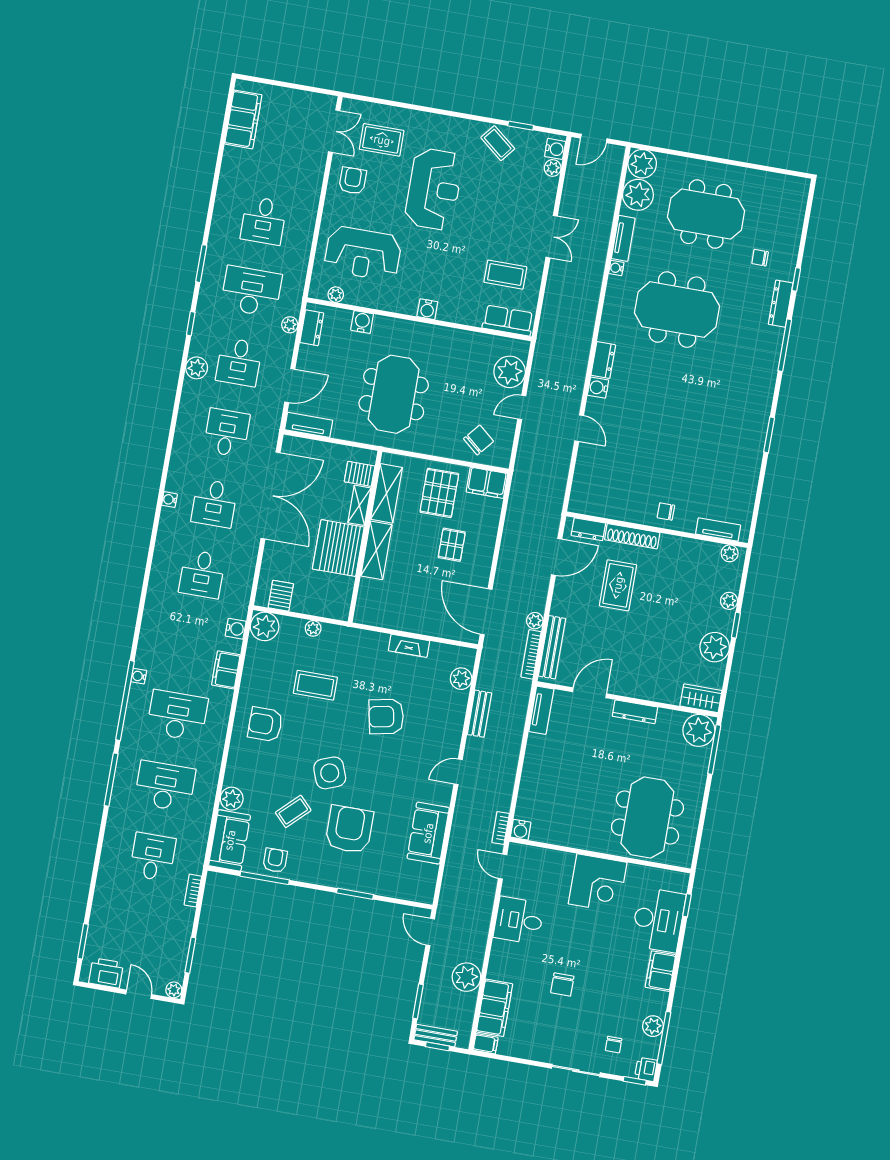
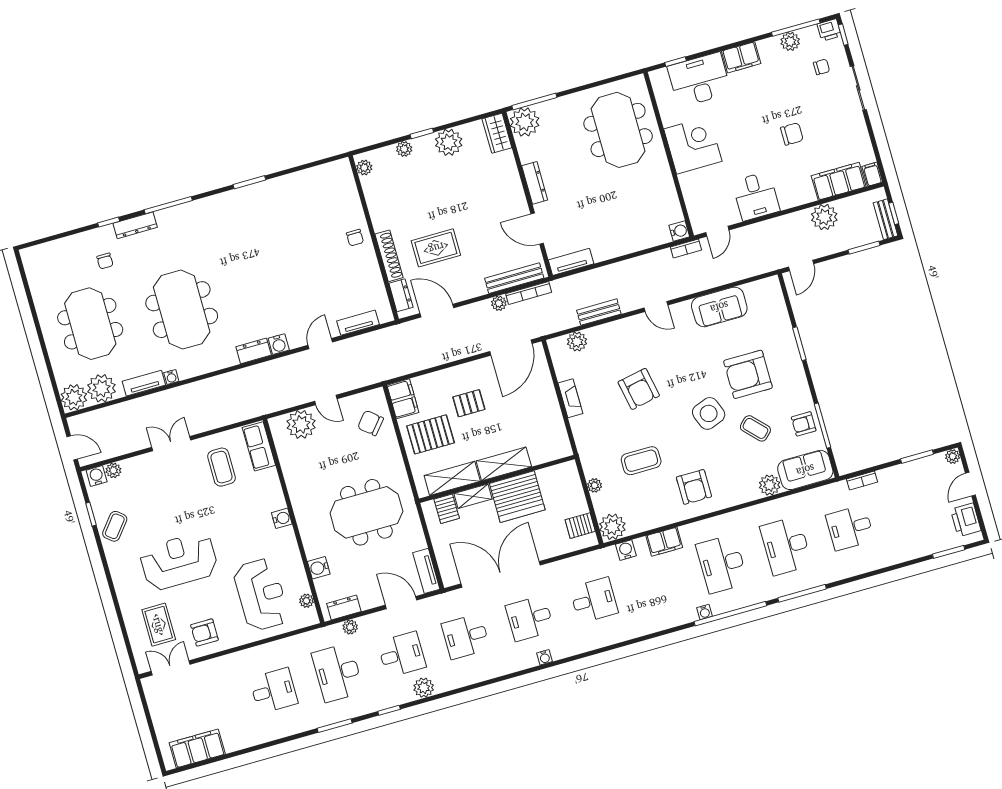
desk: (214, 503) -> (530, 618), turned 180
tv unit: (718, 529) -> (358, 323), moved, turned 90
coffee table: (315, 685) -> (641, 461), turned 90
meeting table: (647, 817) -> (618, 130), turned 90

